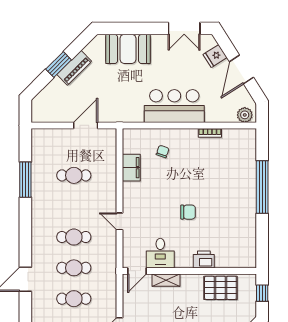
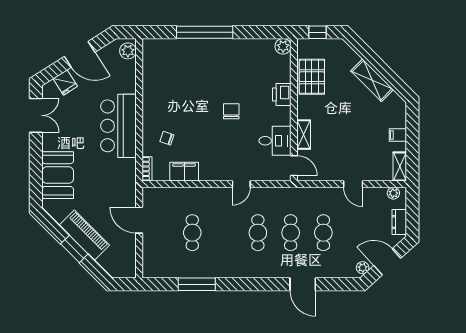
piano: (74, 68) -> (84, 235), width x1.37, depth x1.33
bookcase: (210, 133) -> (147, 169), moved
plant: (249, 261) -> (283, 46), added

